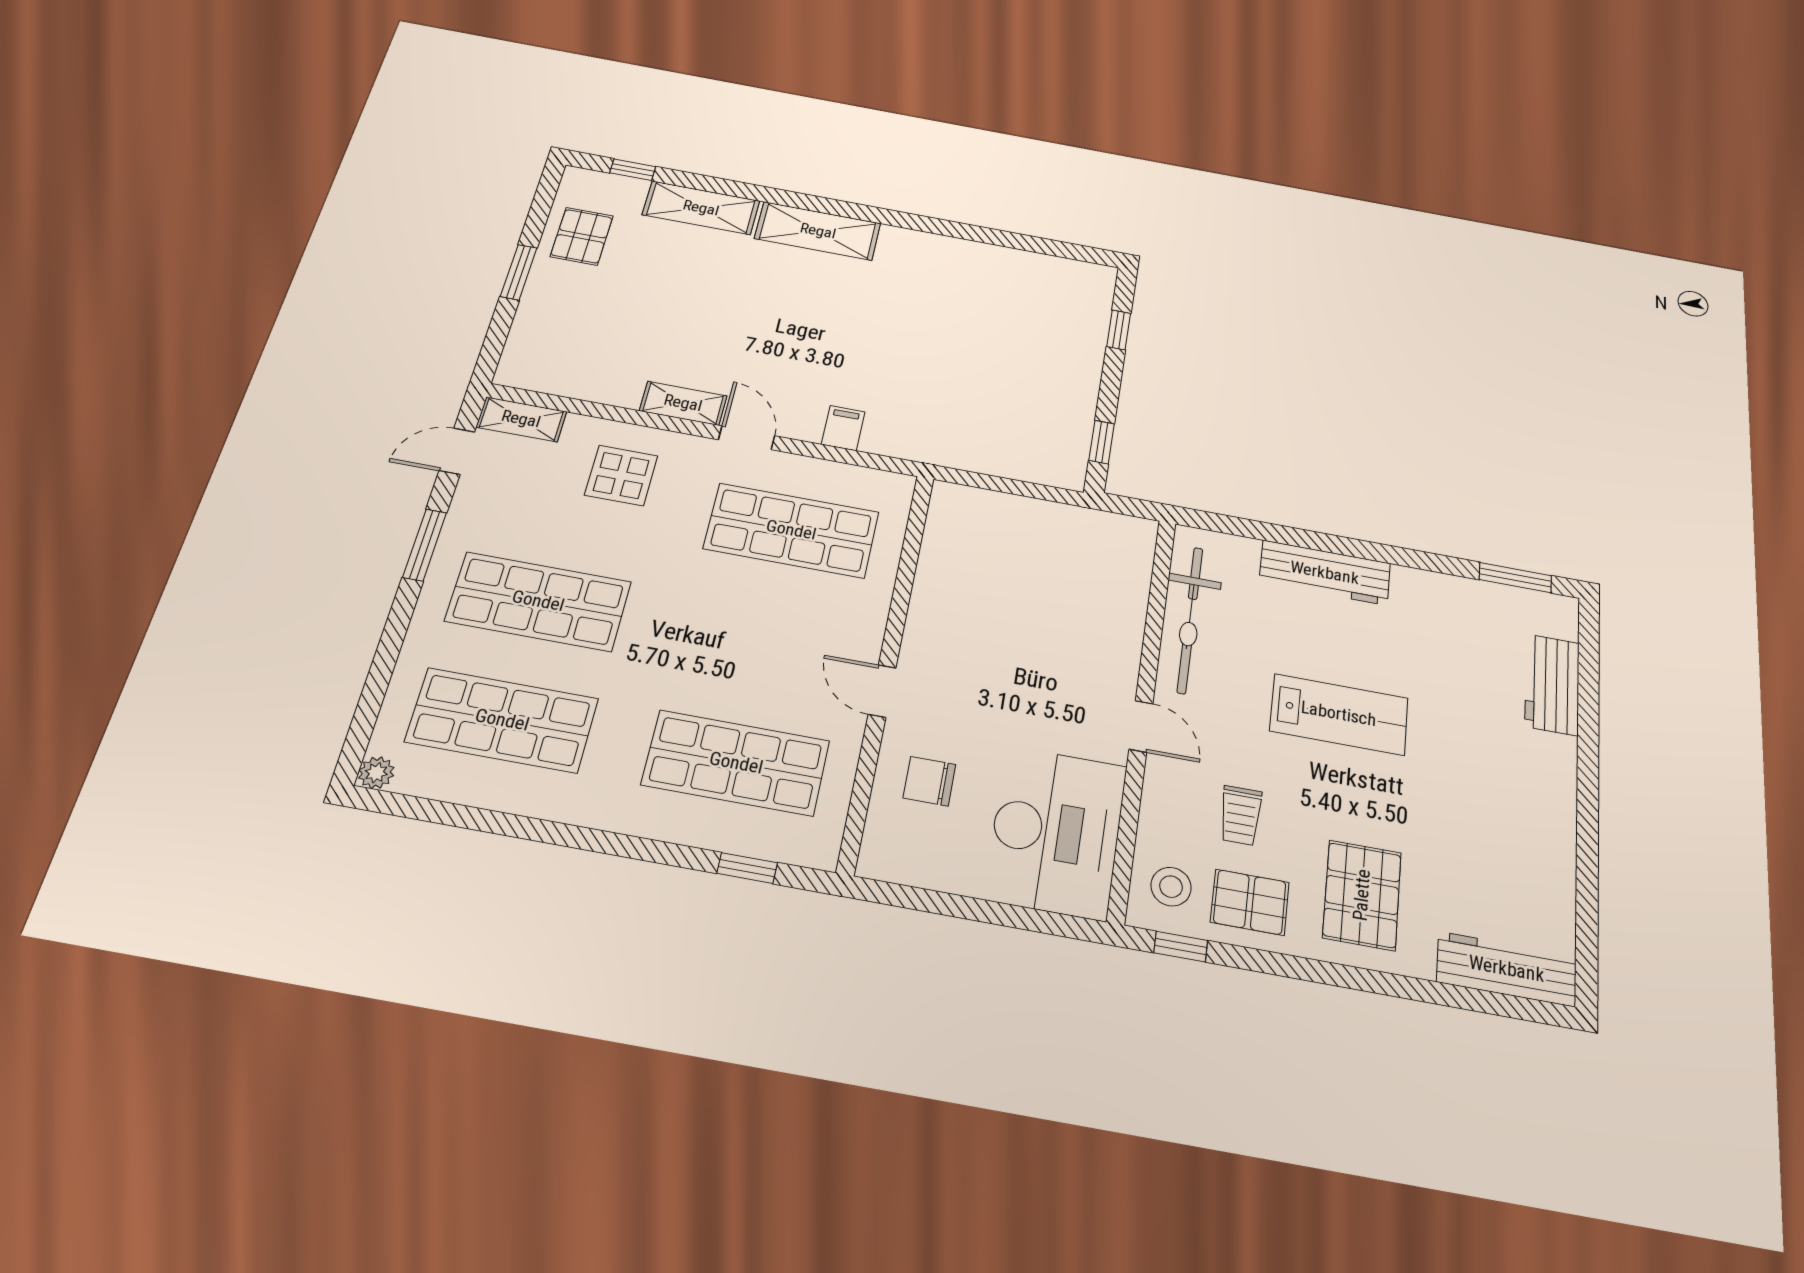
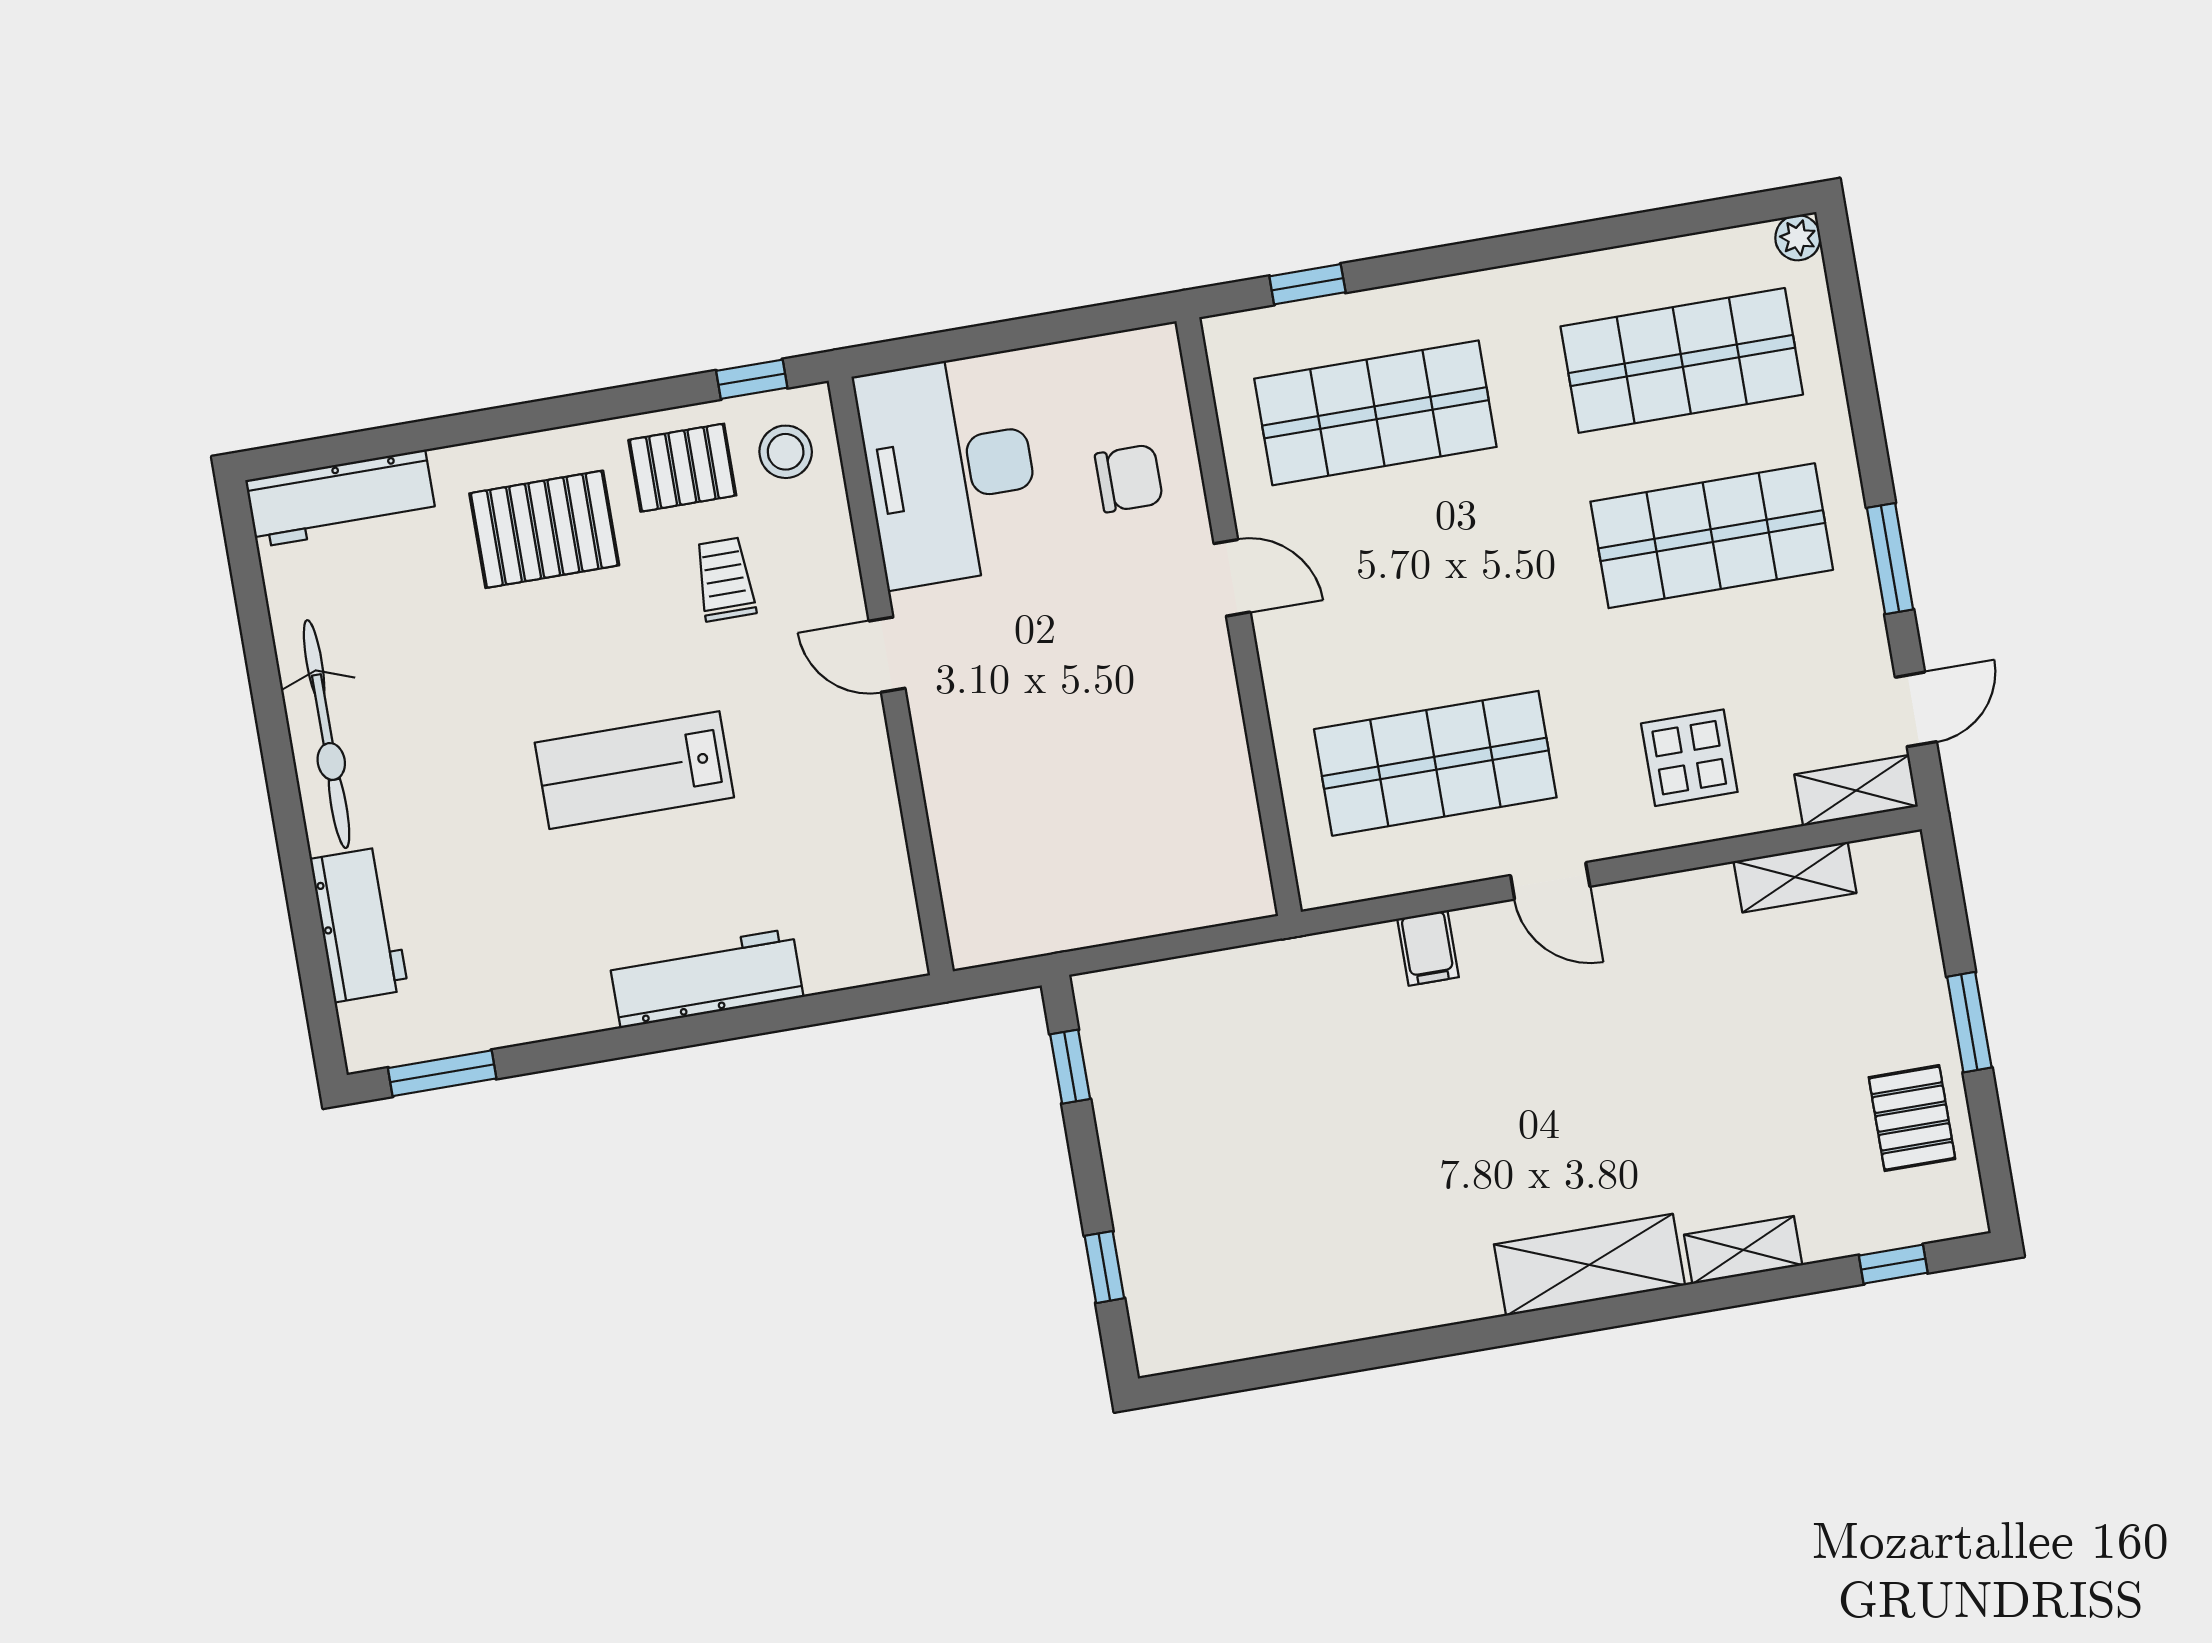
shelving: (701, 208) -> (1743, 1250), width x0.67, depth x0.75
shelving: (683, 403) -> (1795, 877), moved
bicycle: (1190, 619) -> (327, 734), moved, turned 180
pallet: (1362, 895) -> (544, 529), turned 90

